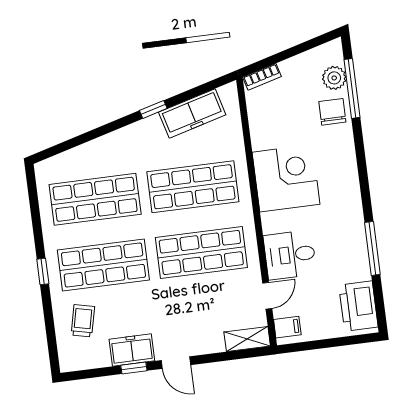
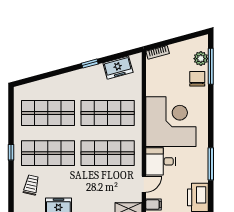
freezer: (192, 113) -> (118, 68), width x0.71
corner desk: (286, 178) -> (171, 122), width x1.36, depth x1.36

